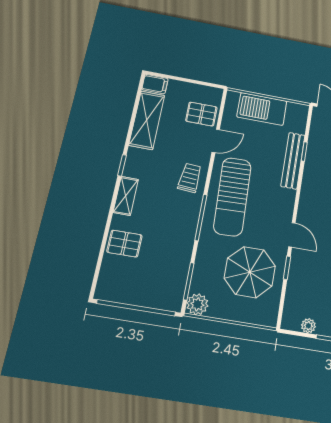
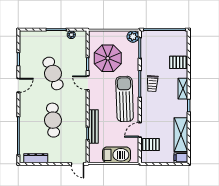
trolley: (190, 178) -> (152, 84), moved

